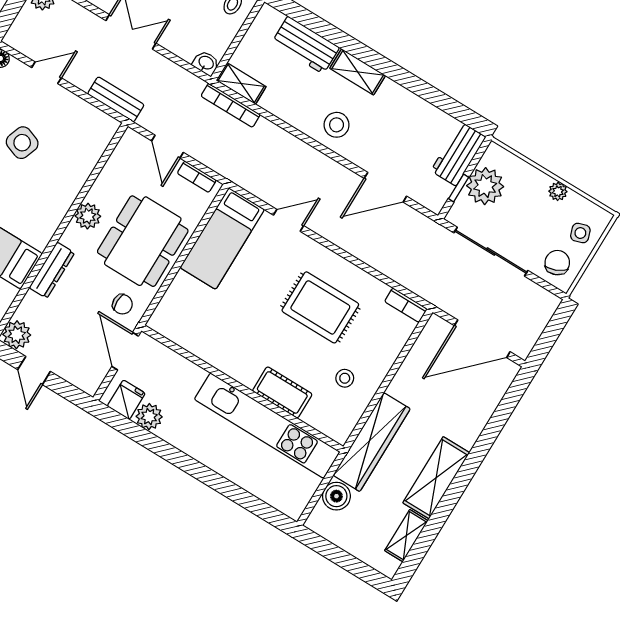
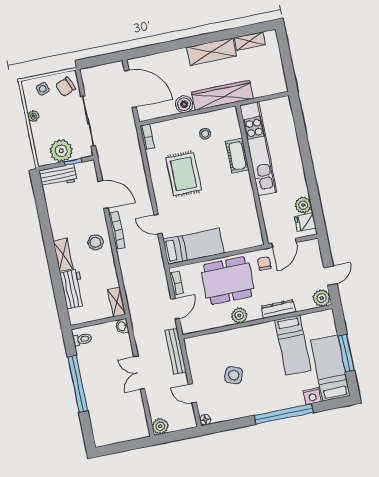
bench: (116, 99) -> (176, 351), width x1.36
bookcase: (231, 105) -> (117, 230), moved
boiler: (336, 496) -> (184, 104), moved

